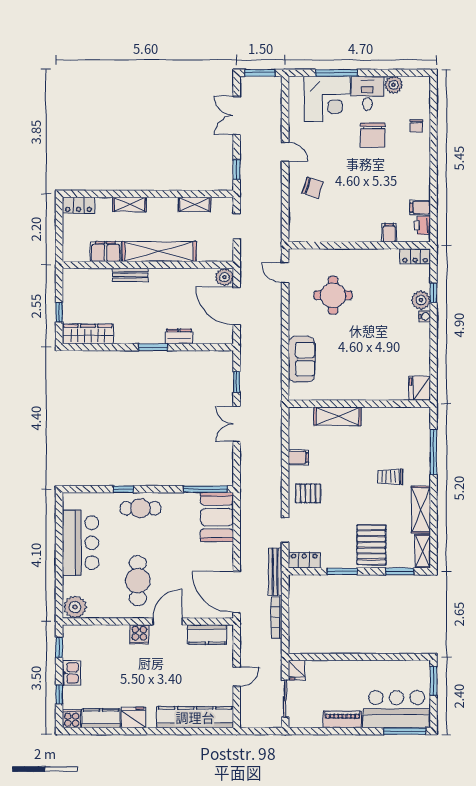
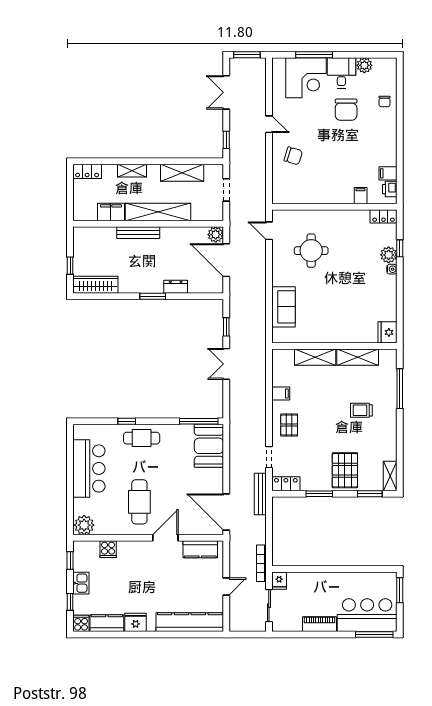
shelving: (194, 204) -> (182, 173), width x1.50, depth x1.33
bench: (130, 275) -> (138, 233), width x1.36
pallet: (308, 493) -> (289, 425), turned 90
shelving: (421, 510) -> (358, 357), moved, turned 90
bookcase: (276, 618) -> (261, 563), moved
cooker: (139, 634) -> (108, 549), moved

